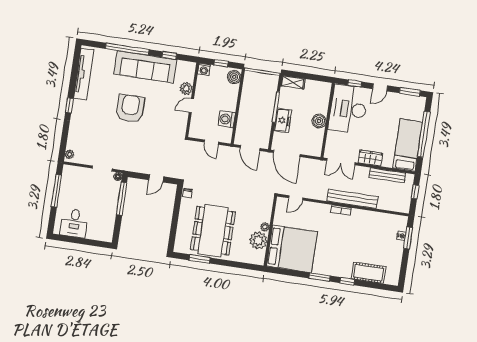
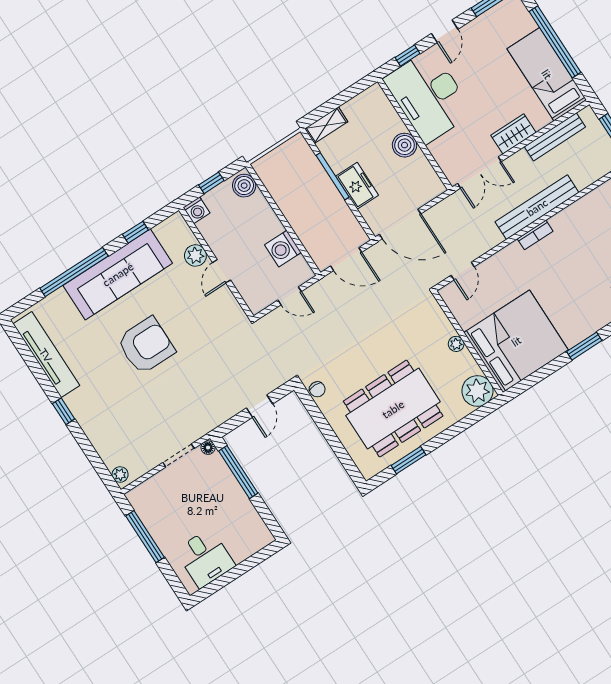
armchair: (130, 108) -> (146, 345), turned 90
dining table: (213, 231) -> (393, 409), turned 90
plant: (258, 240) -> (477, 391), moved

